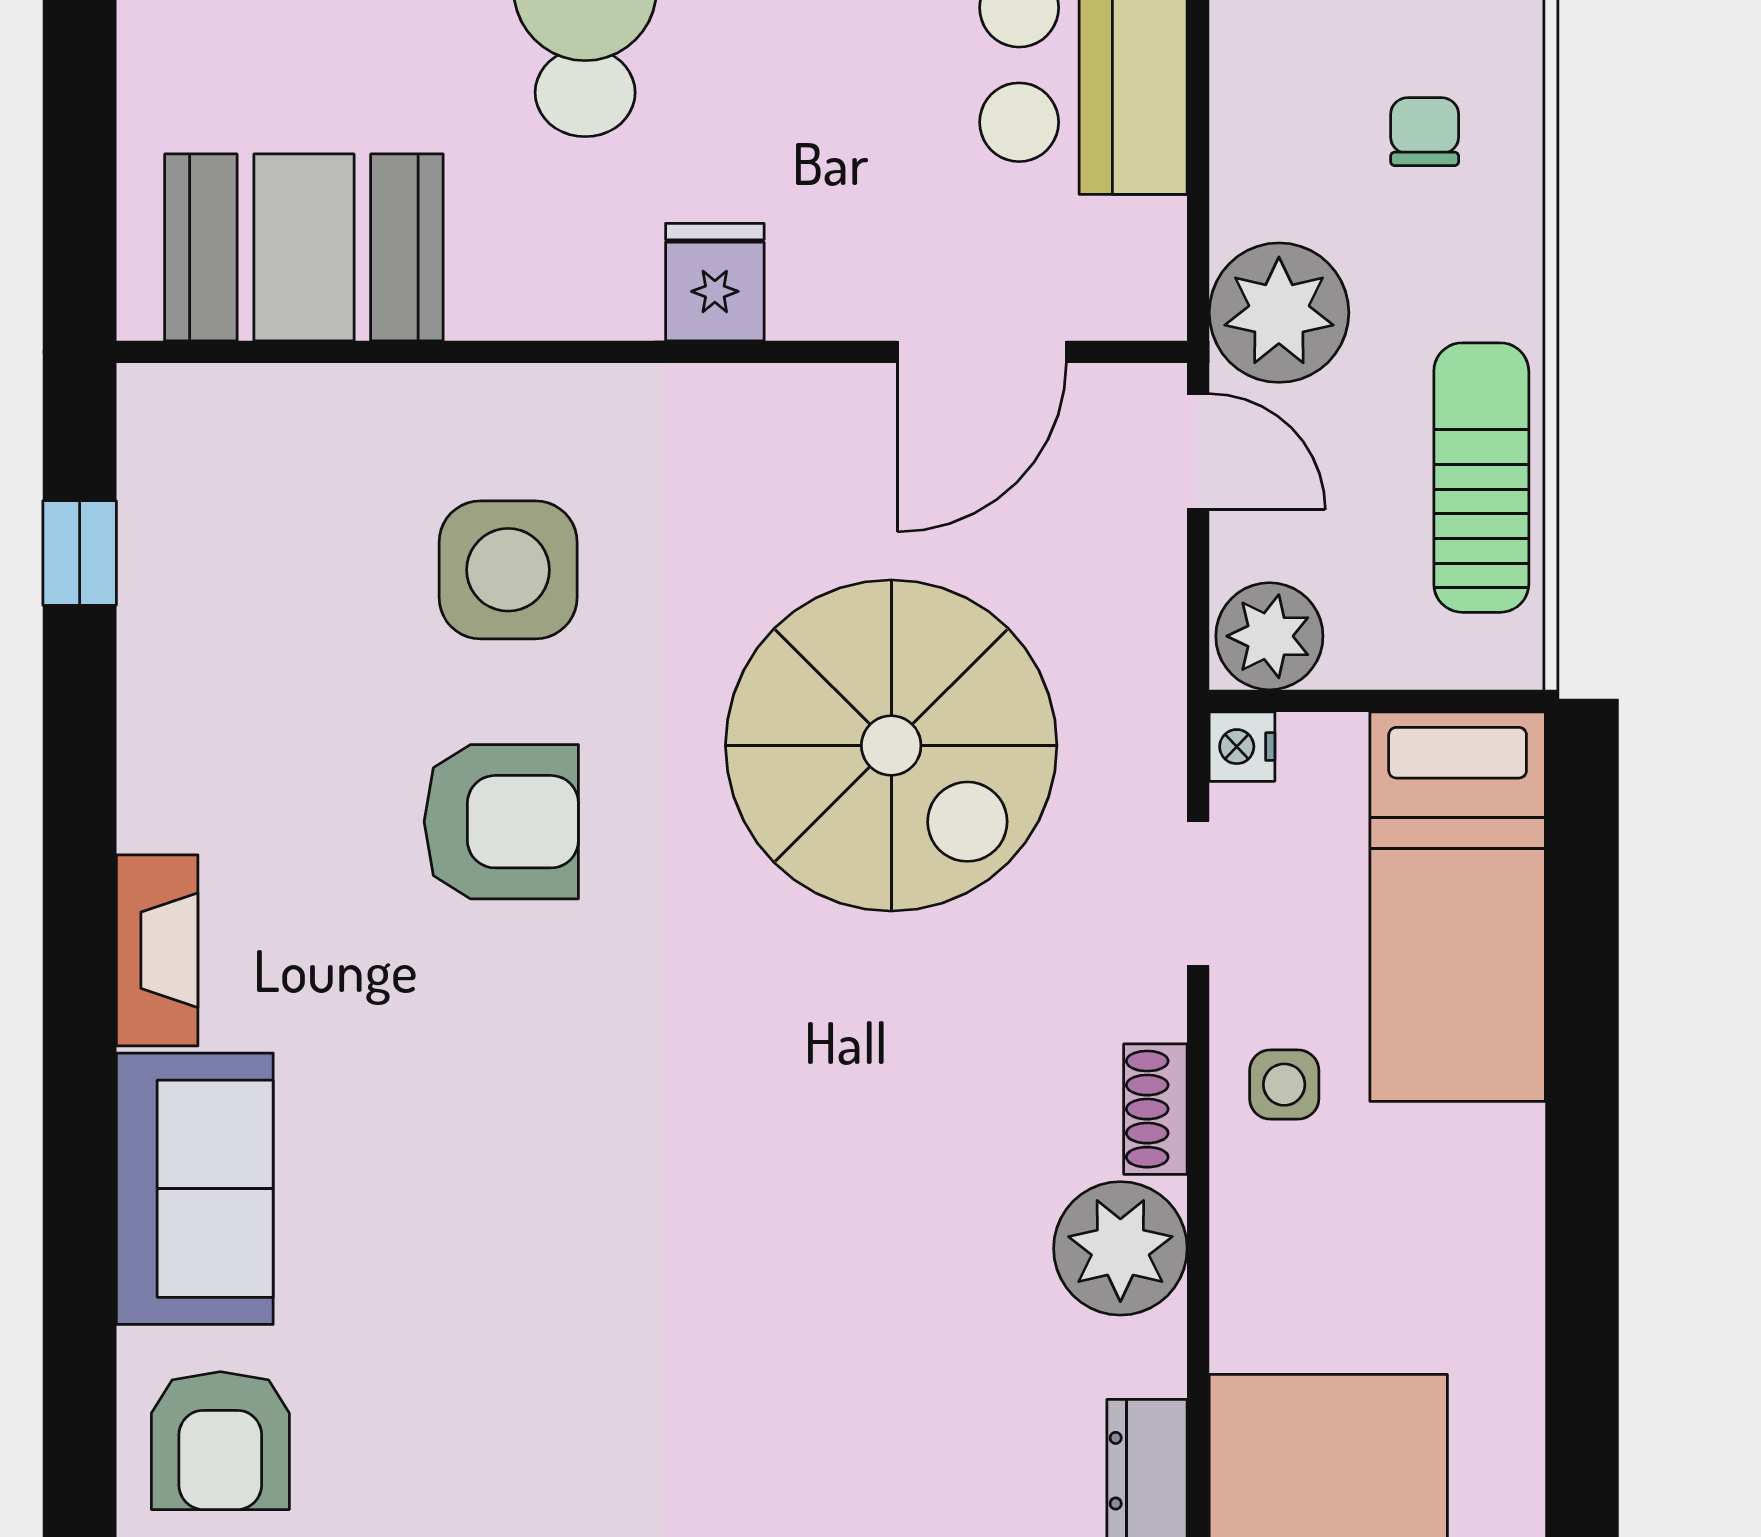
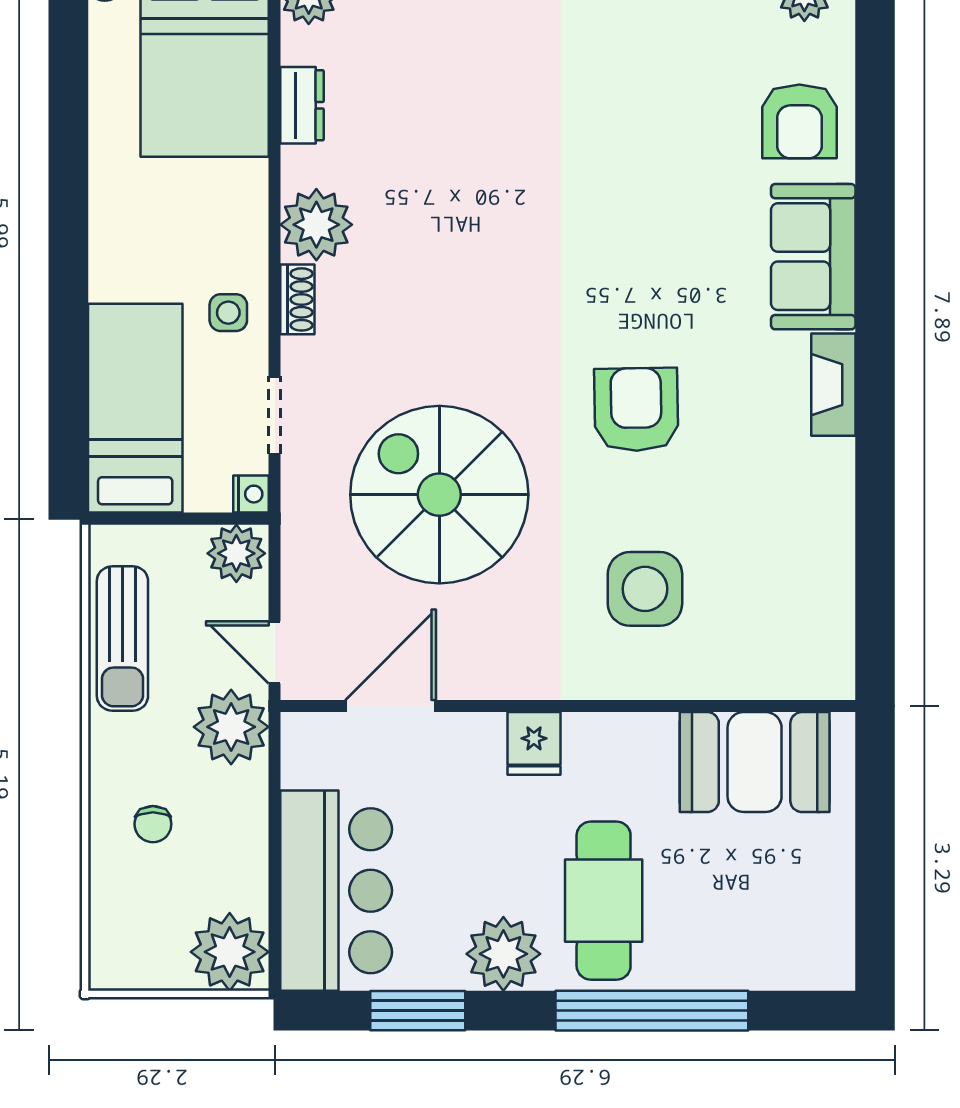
window: (80, 553) -> (875, 598), removed
armchair: (501, 822) -> (636, 410), moved, turned 89
armchair: (220, 1441) -> (799, 121), turned 180

